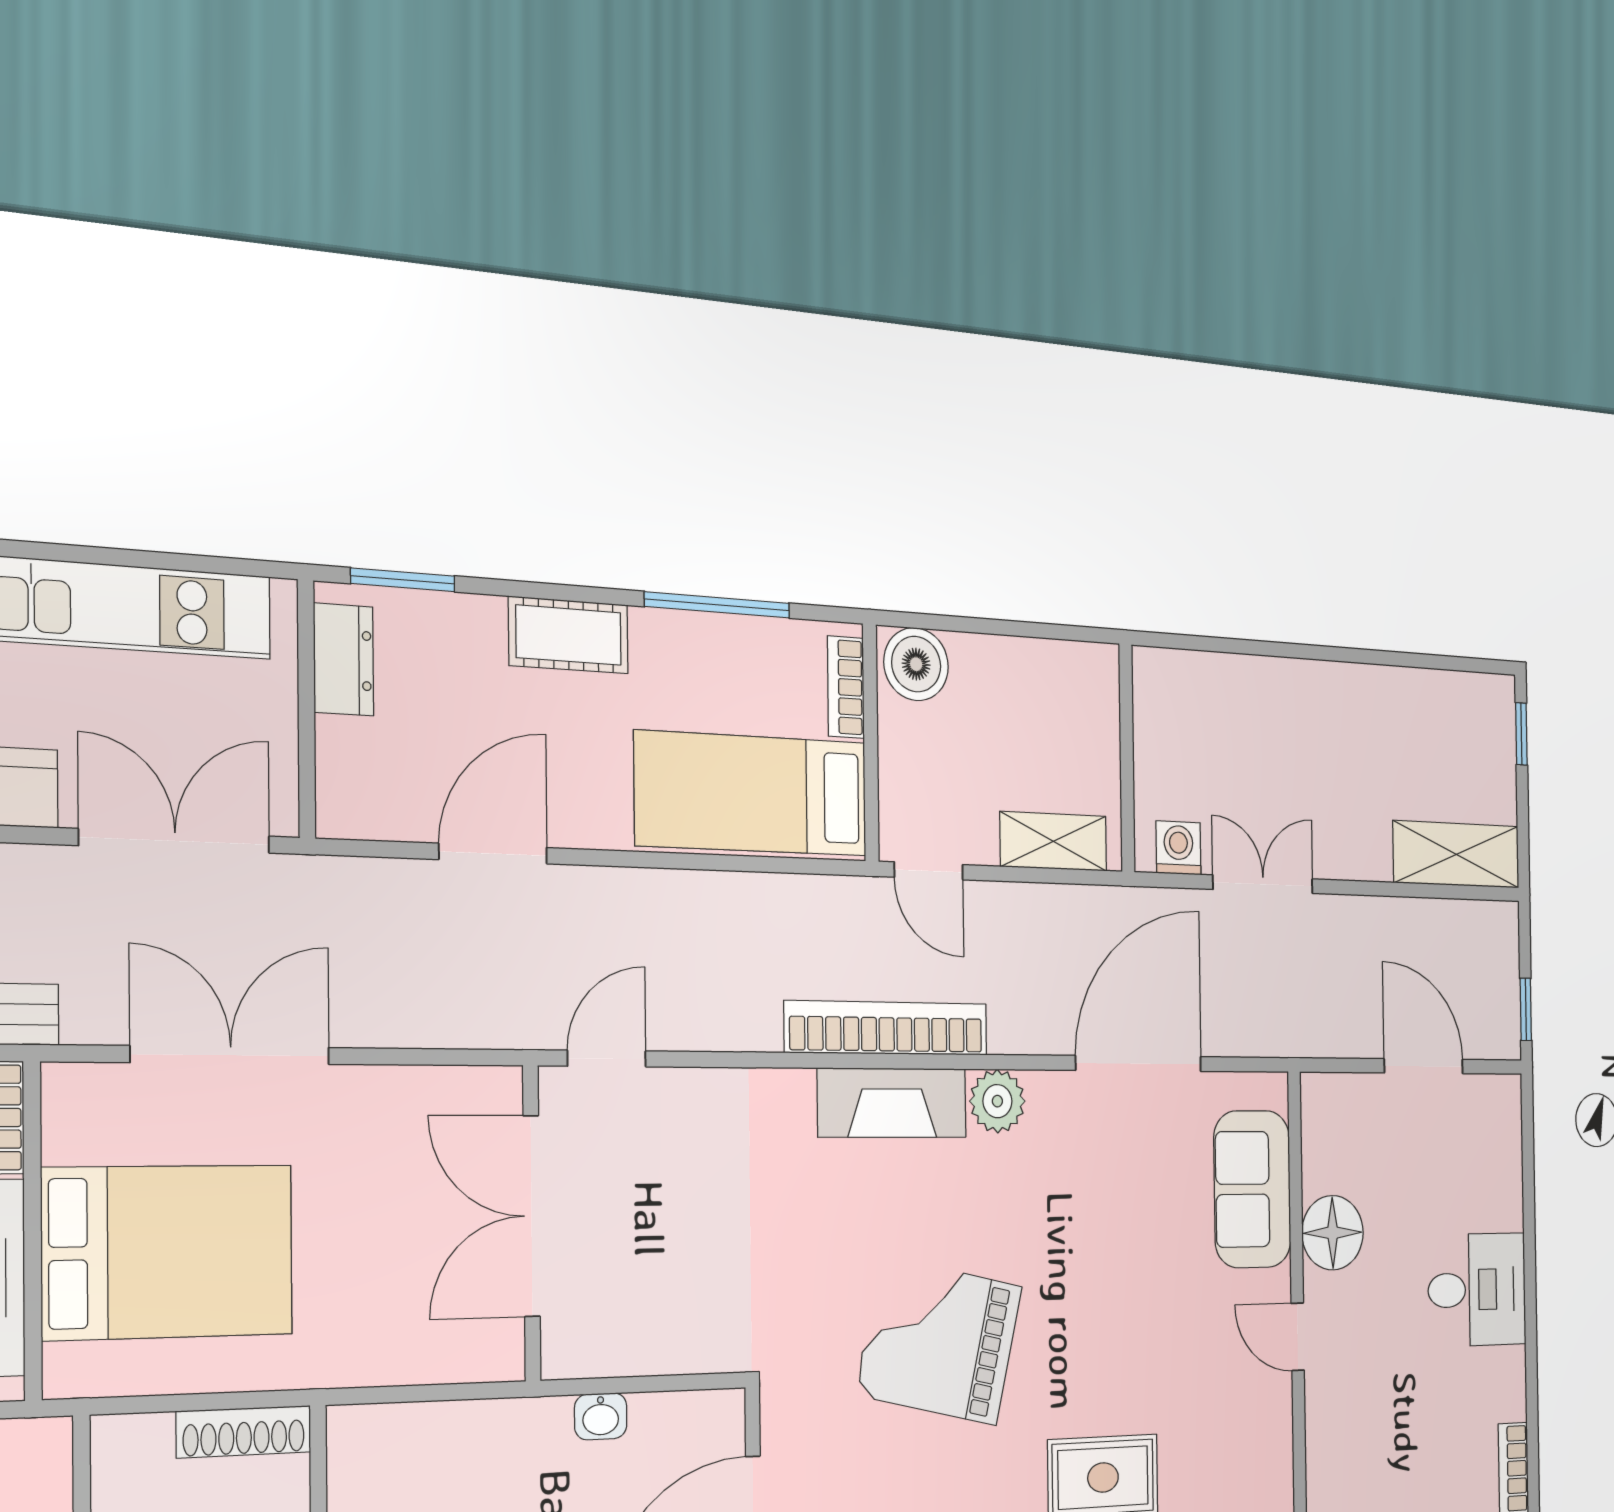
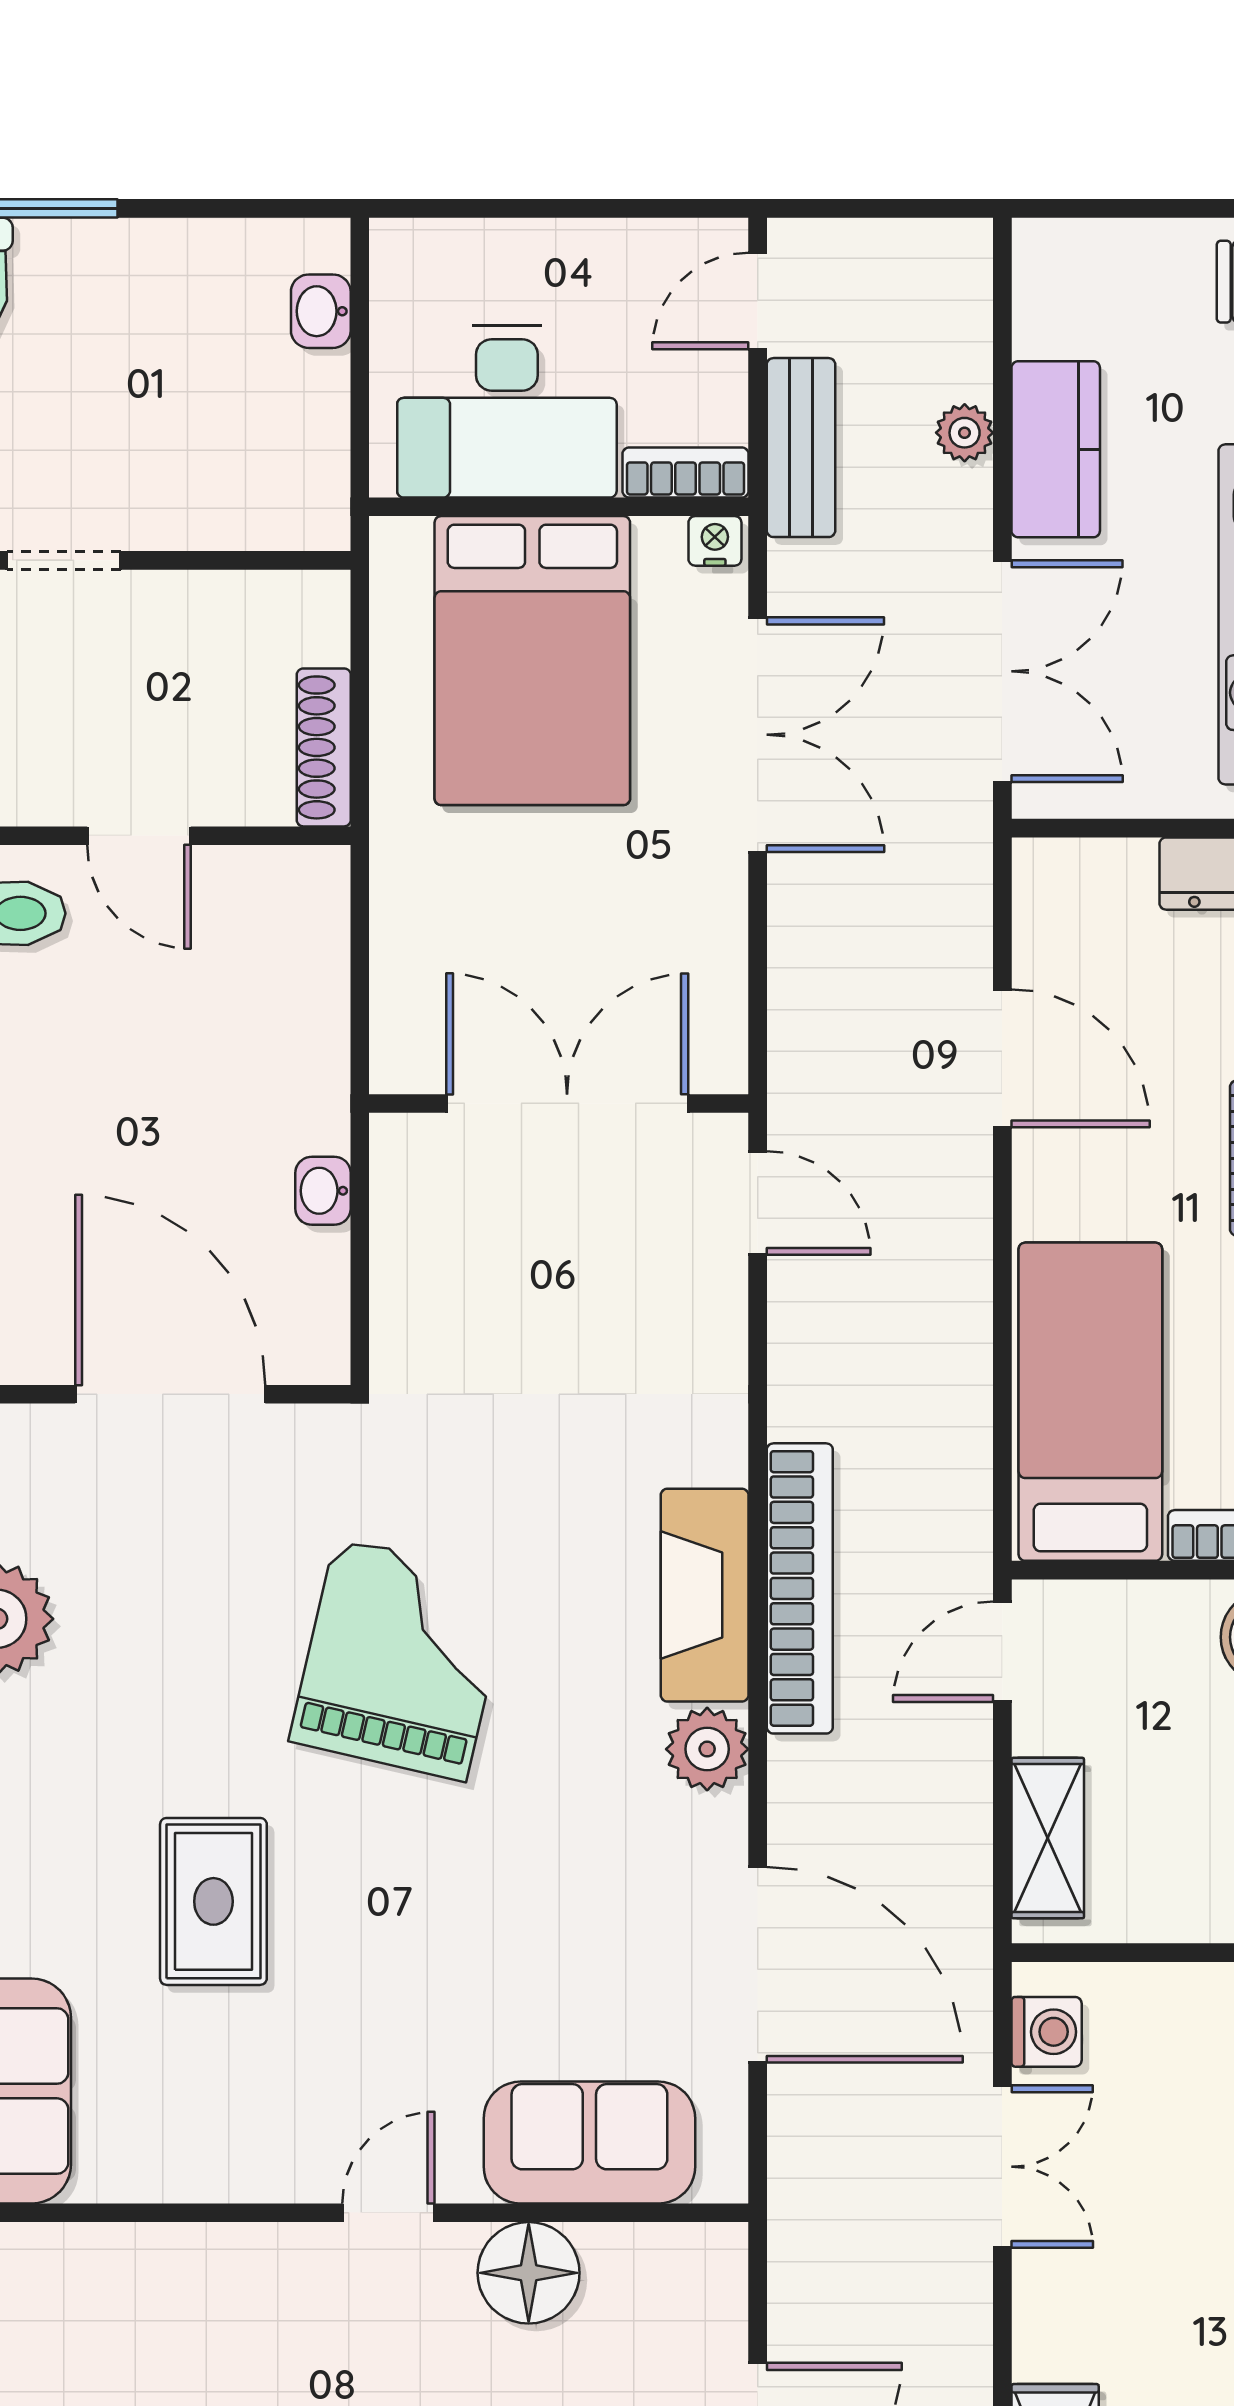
nightstand: (62, 1091) -> (715, 541), added

